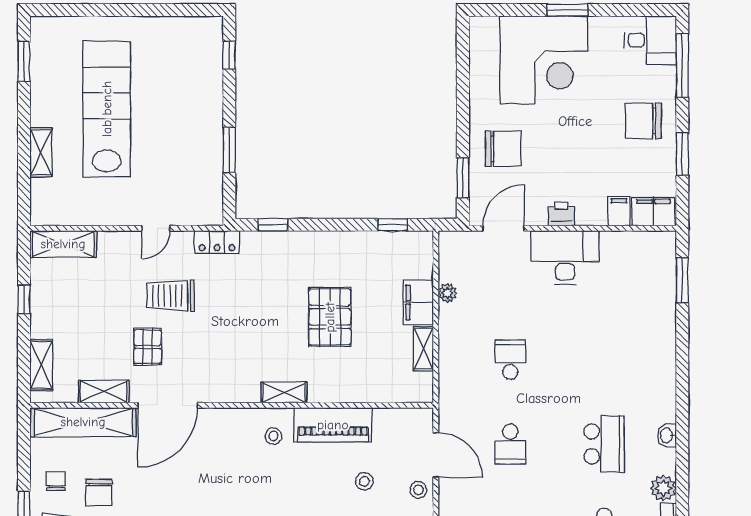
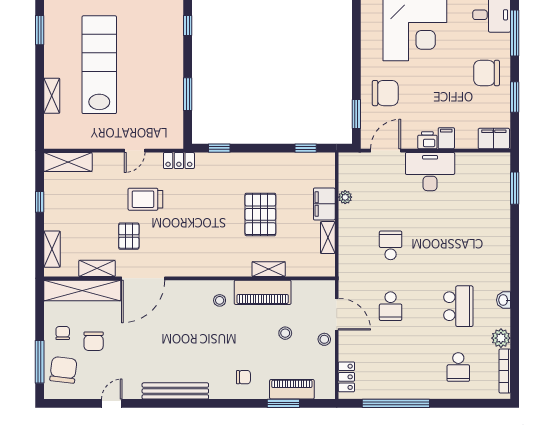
filing cabinet: (619, 211) -> (446, 138), moved
shelving: (284, 393) -> (269, 269), moved

